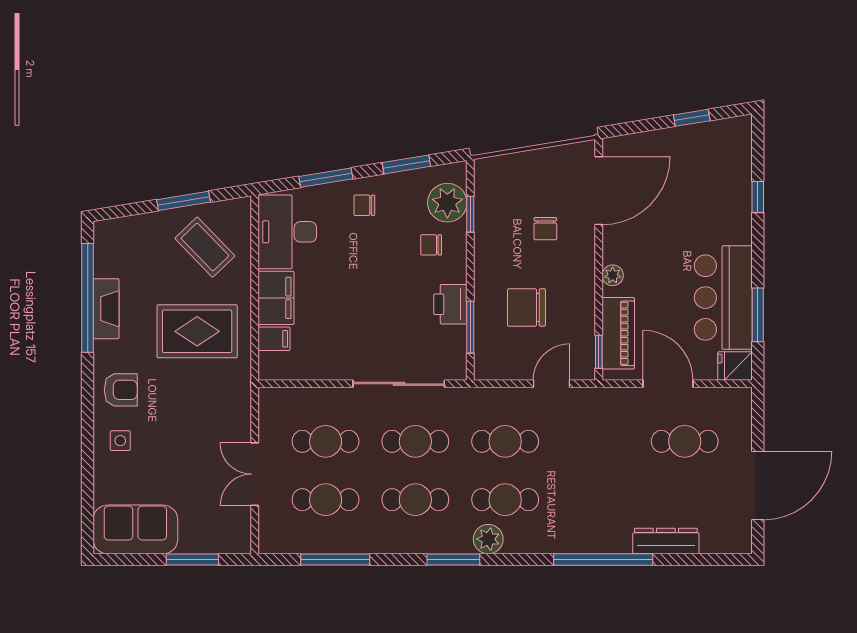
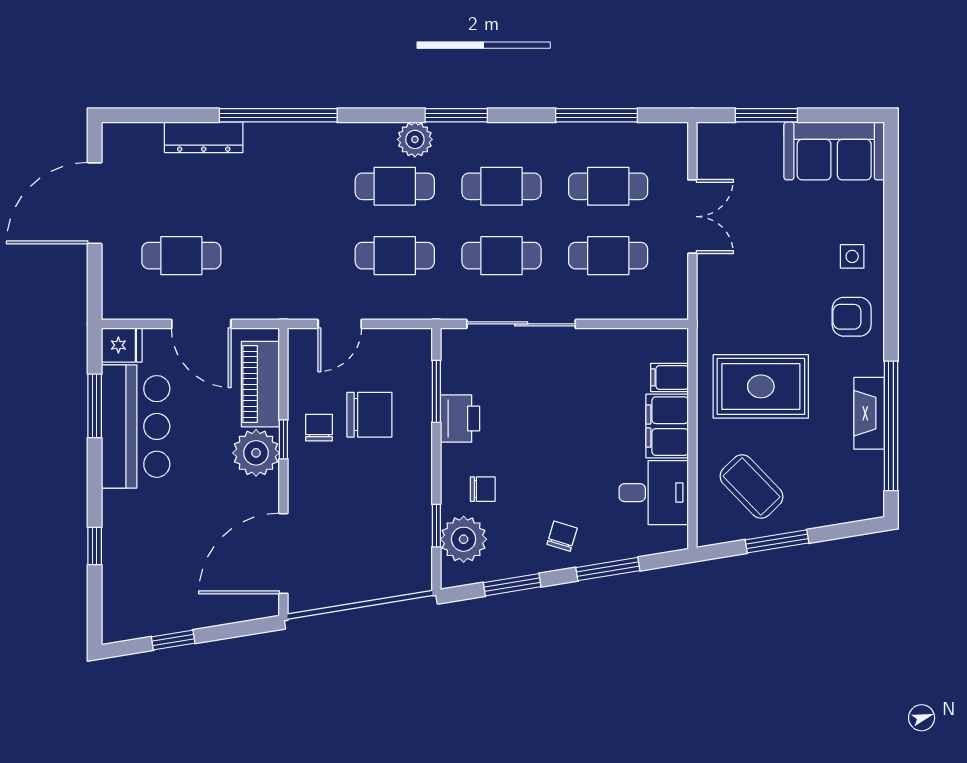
chair: (364, 205) -> (562, 536), turned -73
chair: (545, 229) -> (319, 428), moved
desk: (287, 232) -> (654, 493), width x0.73
plant: (613, 275) -> (256, 453), width x1.88, depth x1.88
window: (599, 352) -> (283, 439), moved

